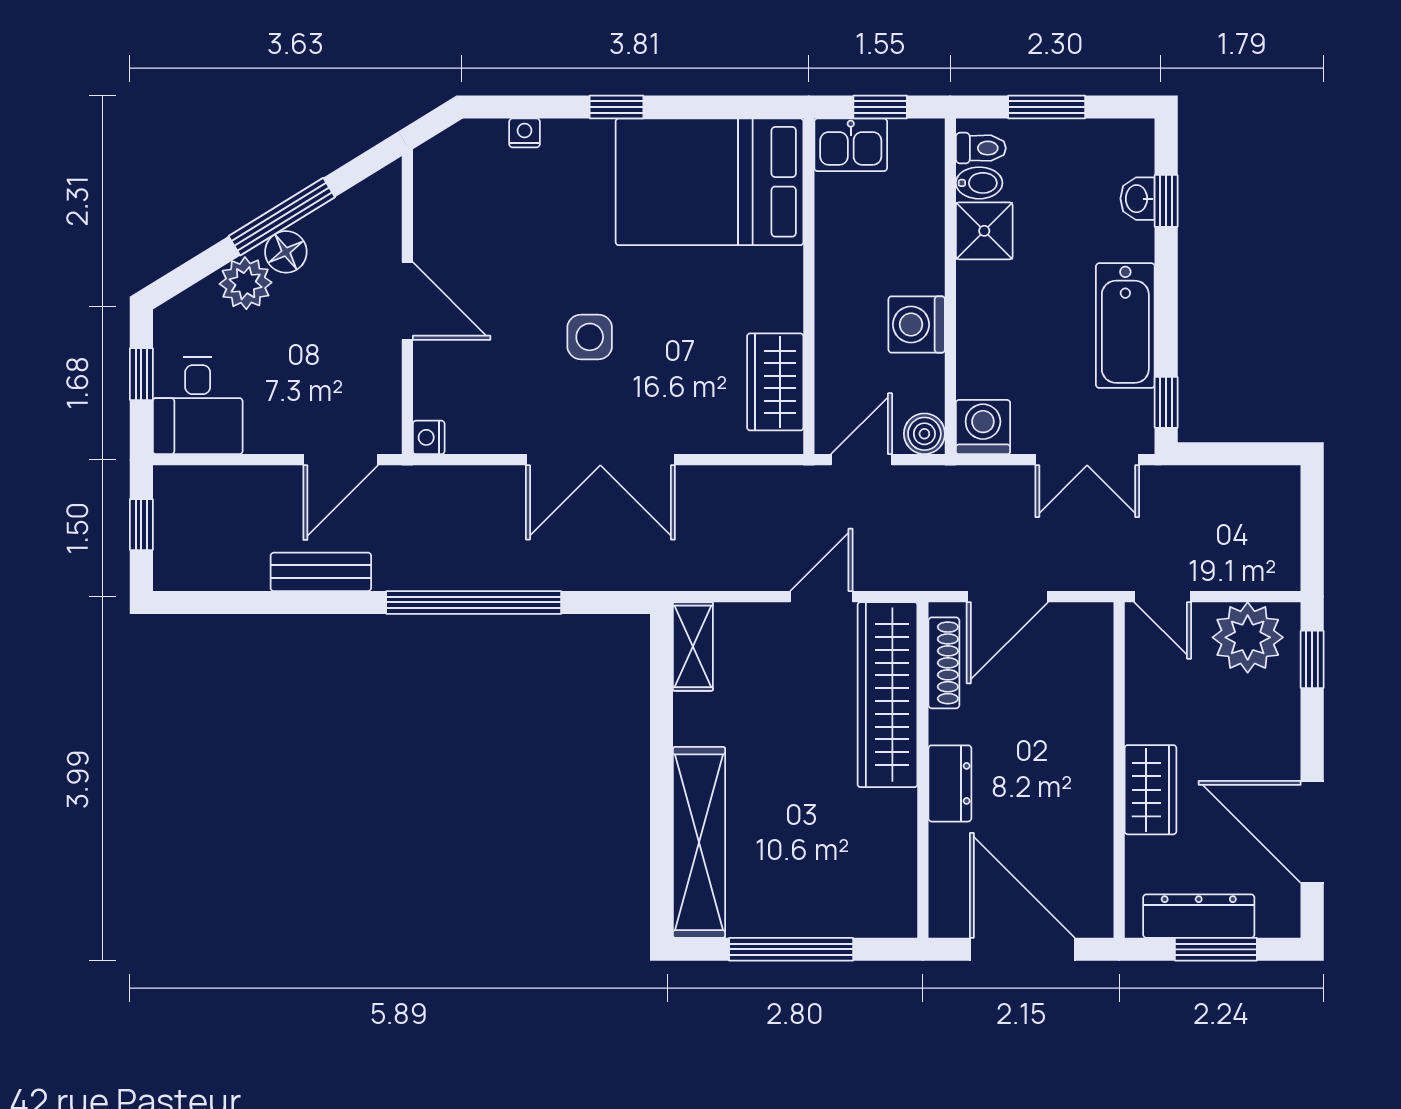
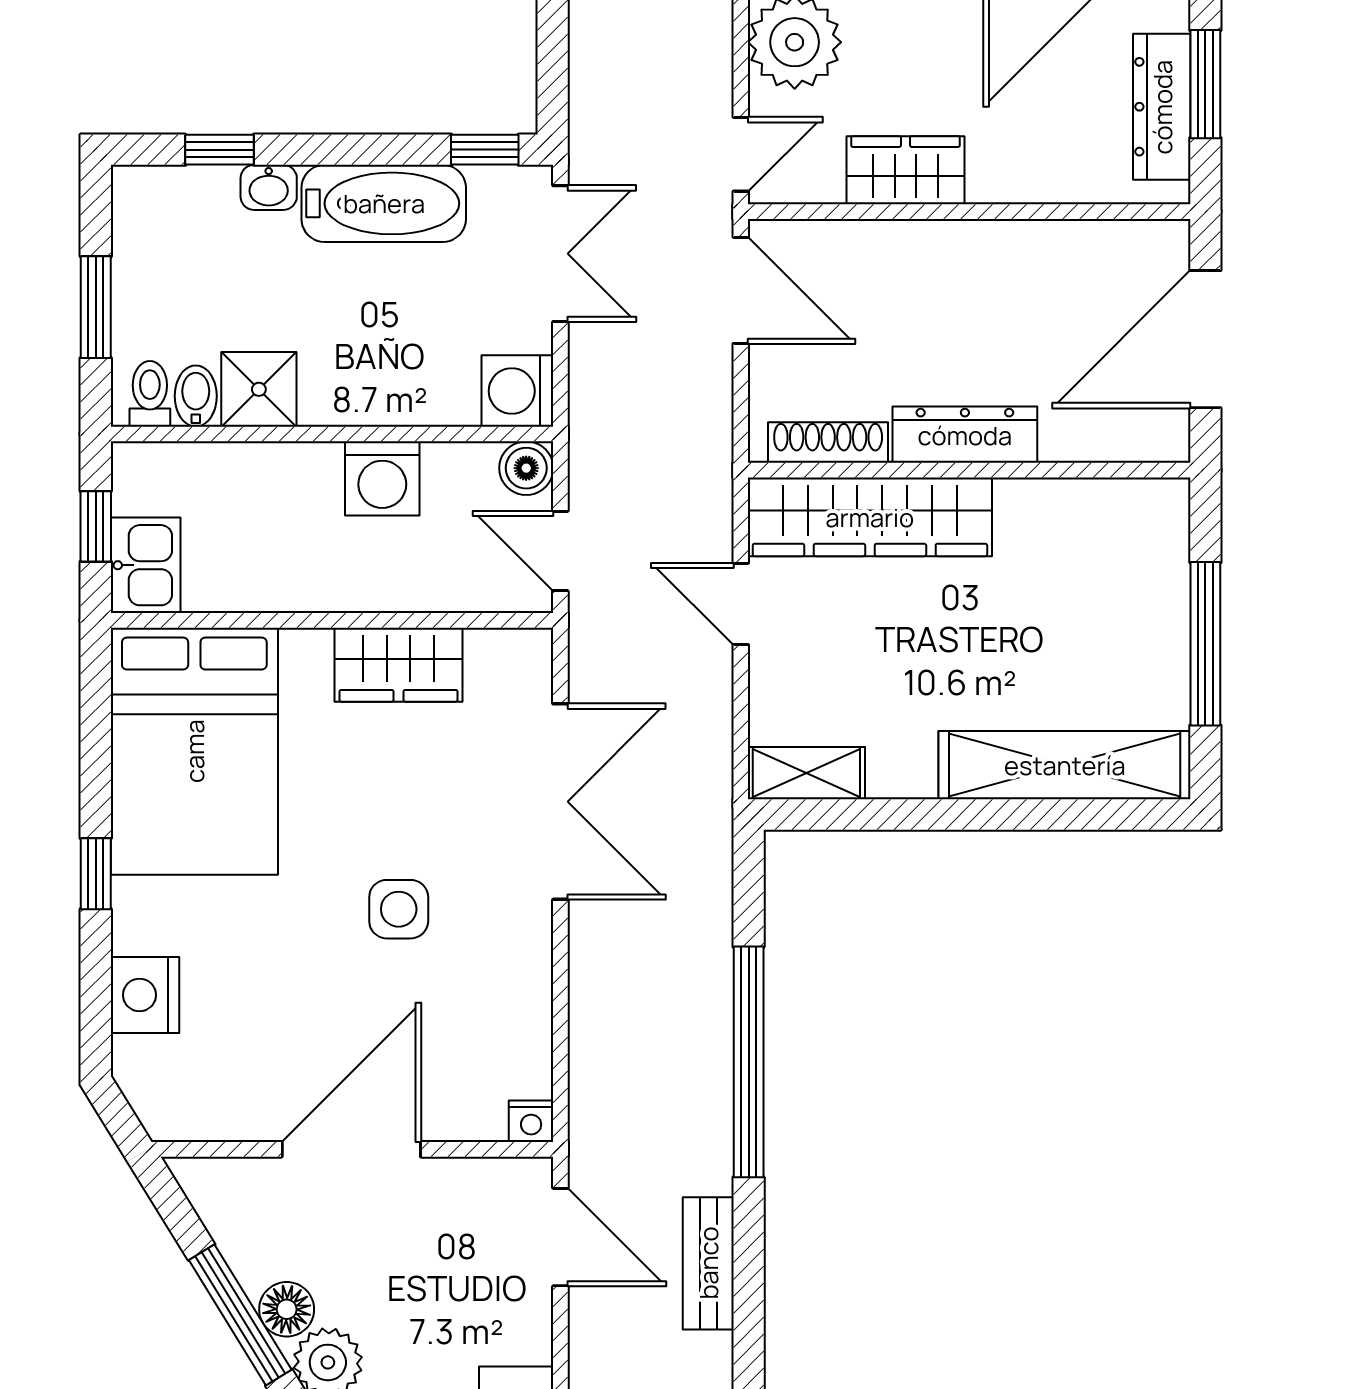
nightstand: (525, 133) -> (145, 995), width x1.89, depth x1.79
washbasin: (1138, 199) -> (269, 187), moved
door: (407, 301) -> (351, 1149), width x1.36
wardrobe: (775, 382) -> (398, 665), moved
double door: (600, 460) -> (560, 802), moved
door: (1007, 597) -> (741, 290), moved
dresser: (950, 783) -> (965, 435), width x1.44
wardrobe: (1150, 790) -> (905, 170), moved

